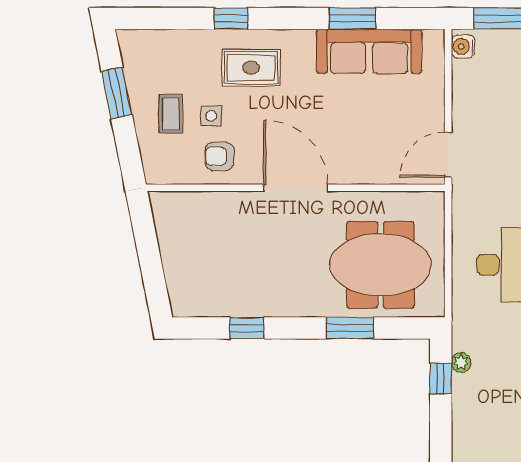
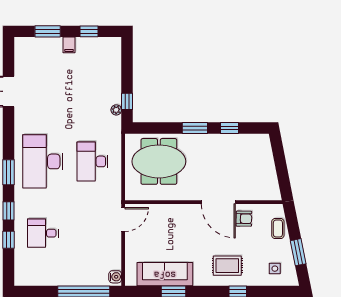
coffee table: (171, 114) -> (278, 229), moved
side table: (211, 116) -> (275, 269), moved
door: (296, 188) -> (218, 202), moved
window: (350, 328) -> (195, 128), moved

